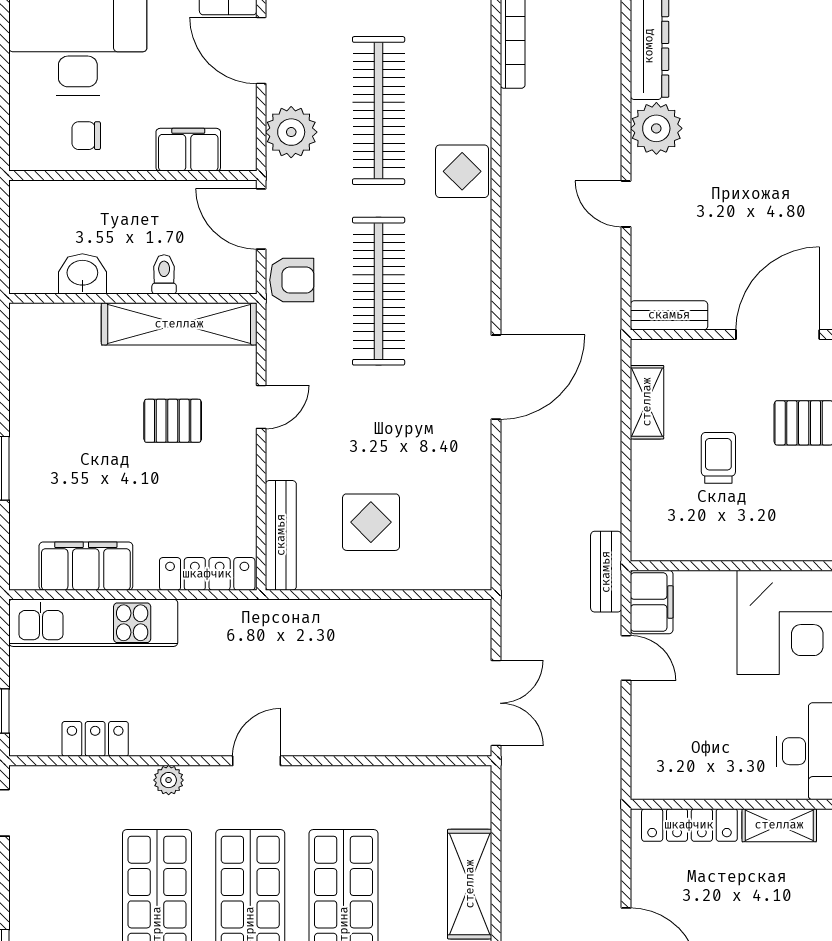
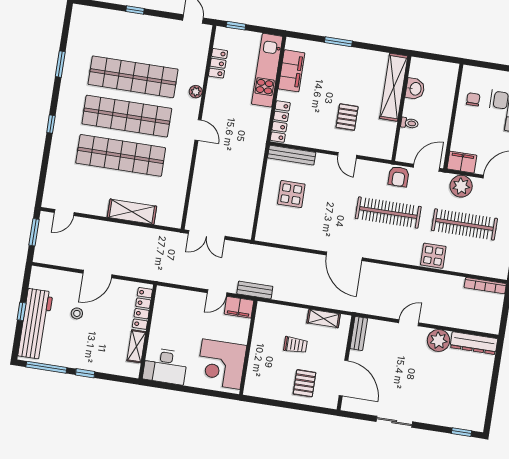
filing cabinet: (188, 150) -> (462, 162), moved, turned -90
shelving: (179, 324) -> (394, 87), moved

